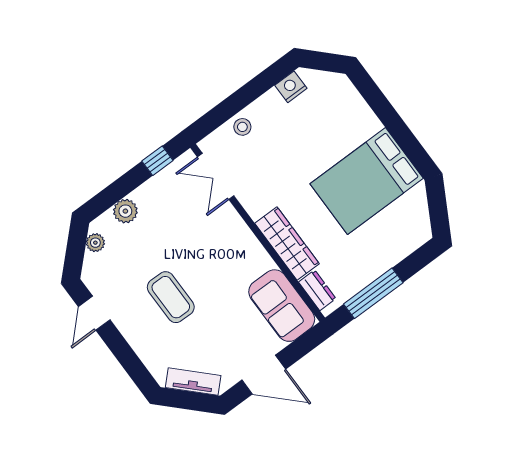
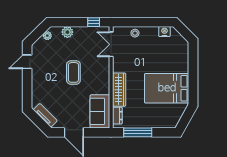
coffee table: (171, 297) -> (73, 72), moved

